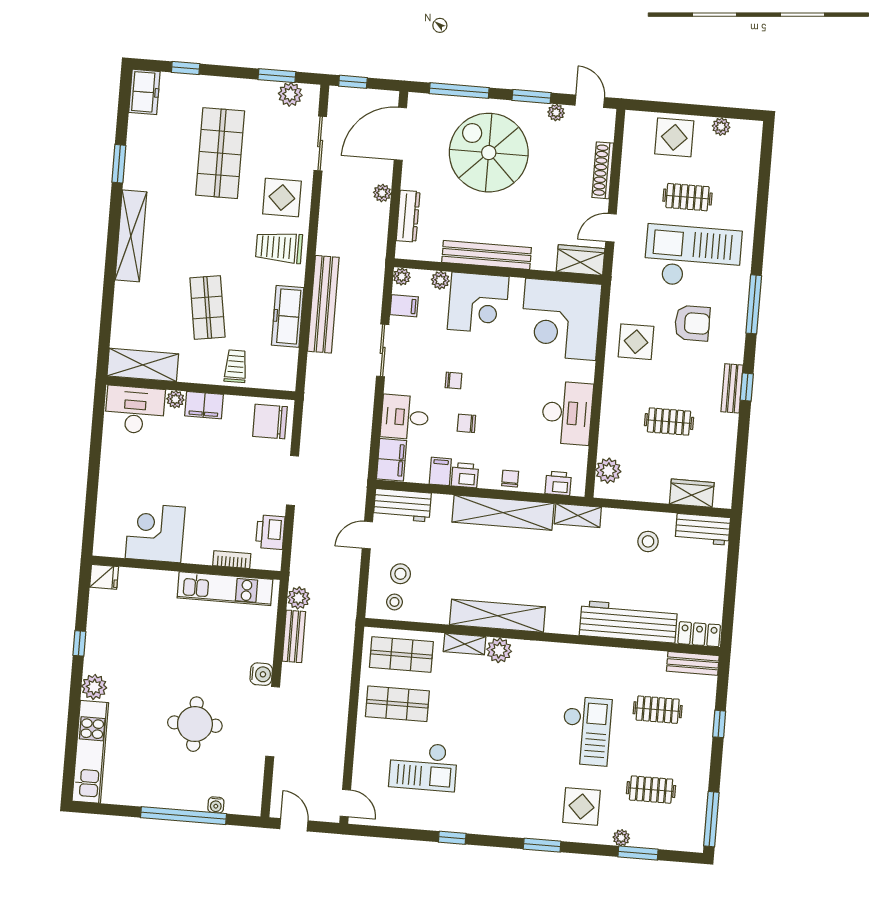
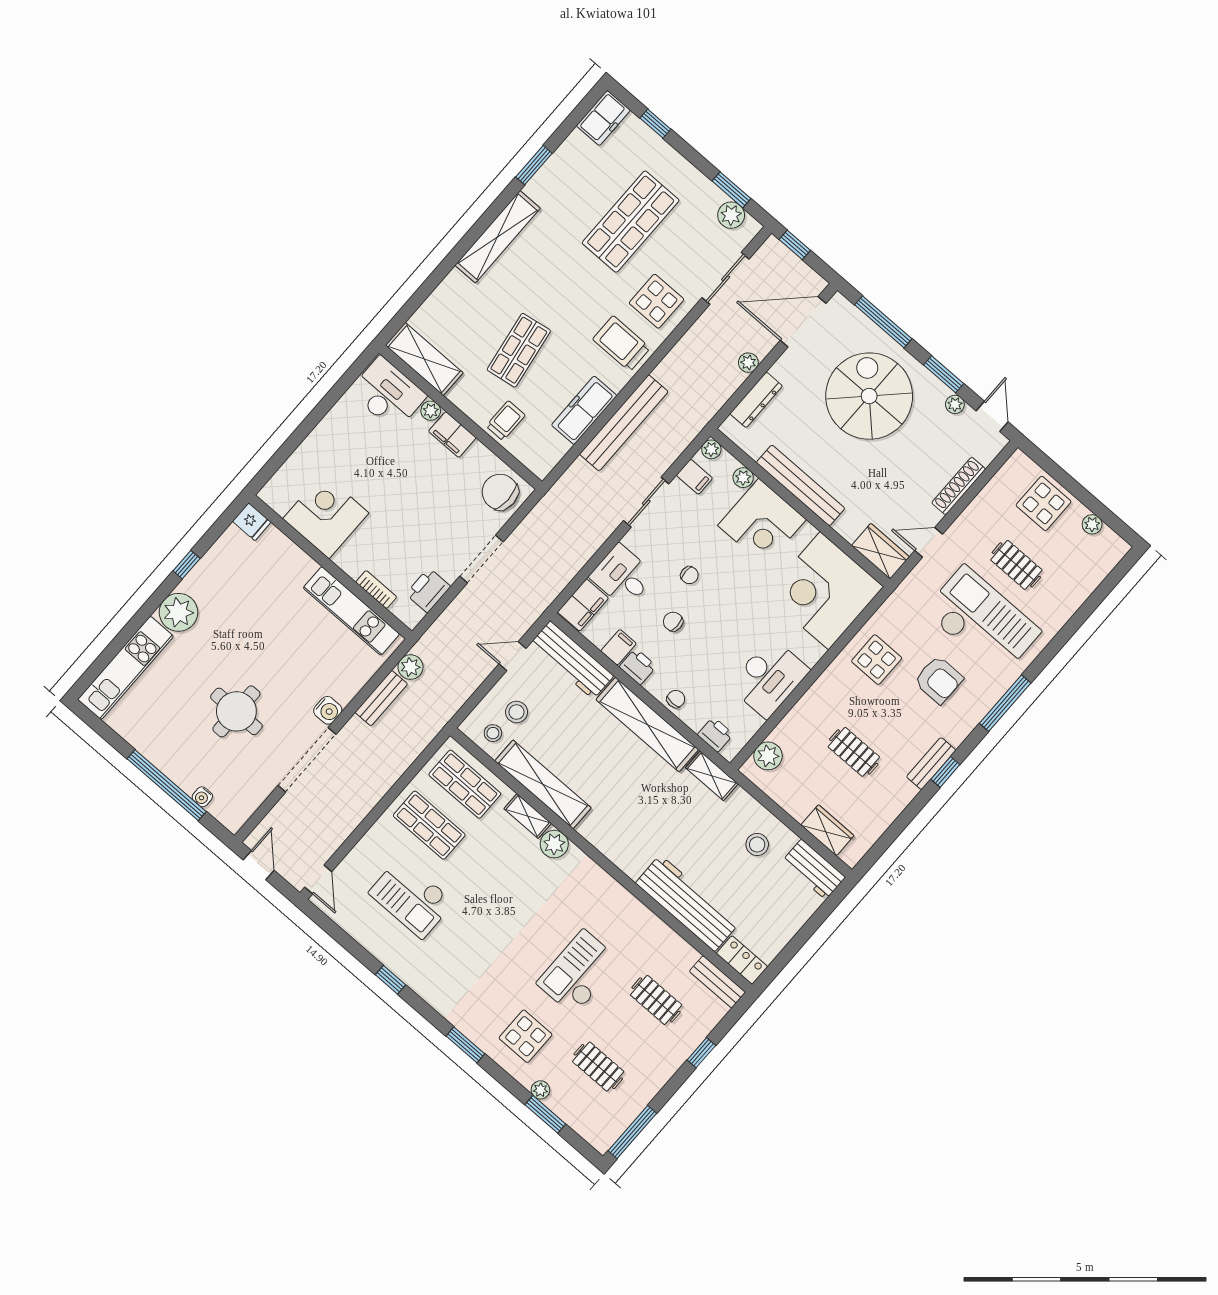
workbench: (402, 505) -> (572, 660), width x1.38
shelving: (497, 616) -> (543, 784), moved
plant: (94, 687) -> (178, 612), width x1.36, depth x1.36
checkout: (586, 731) -> (579, 972), turned 180

